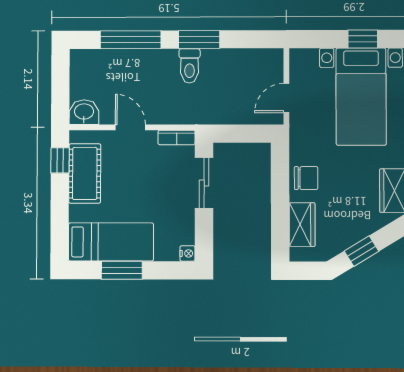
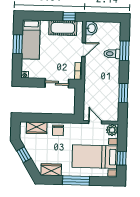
window: (199, 39) -> (123, 93), moved
window: (131, 40) -> (124, 51), width x0.69
plant: (302, 61) -> (112, 130), added
toilet: (190, 66) -> (112, 54), moved

